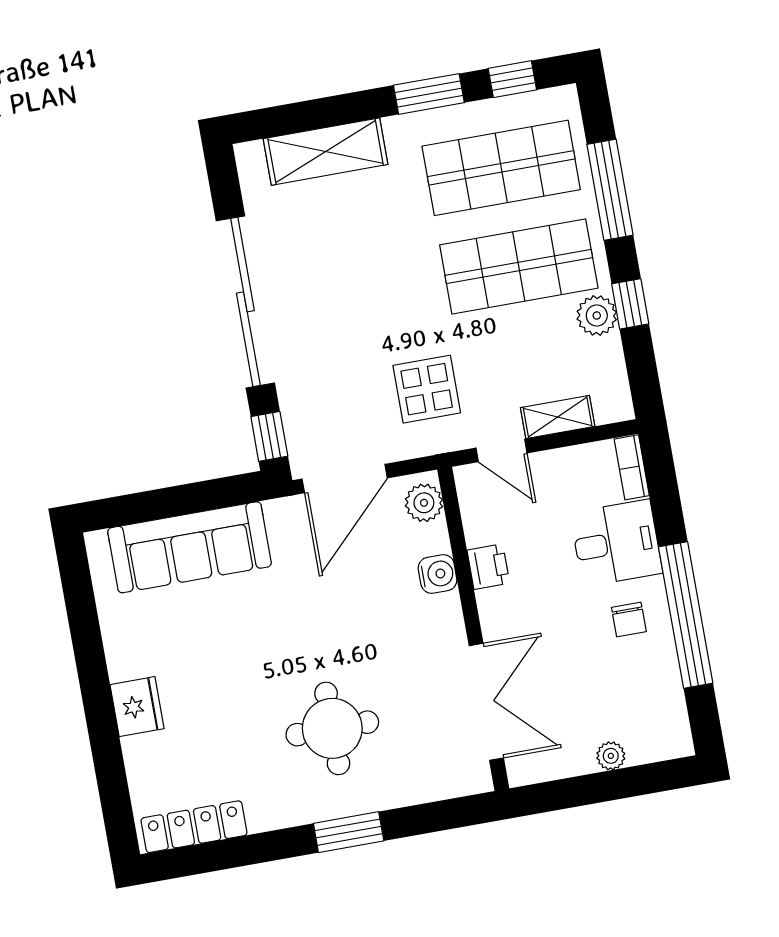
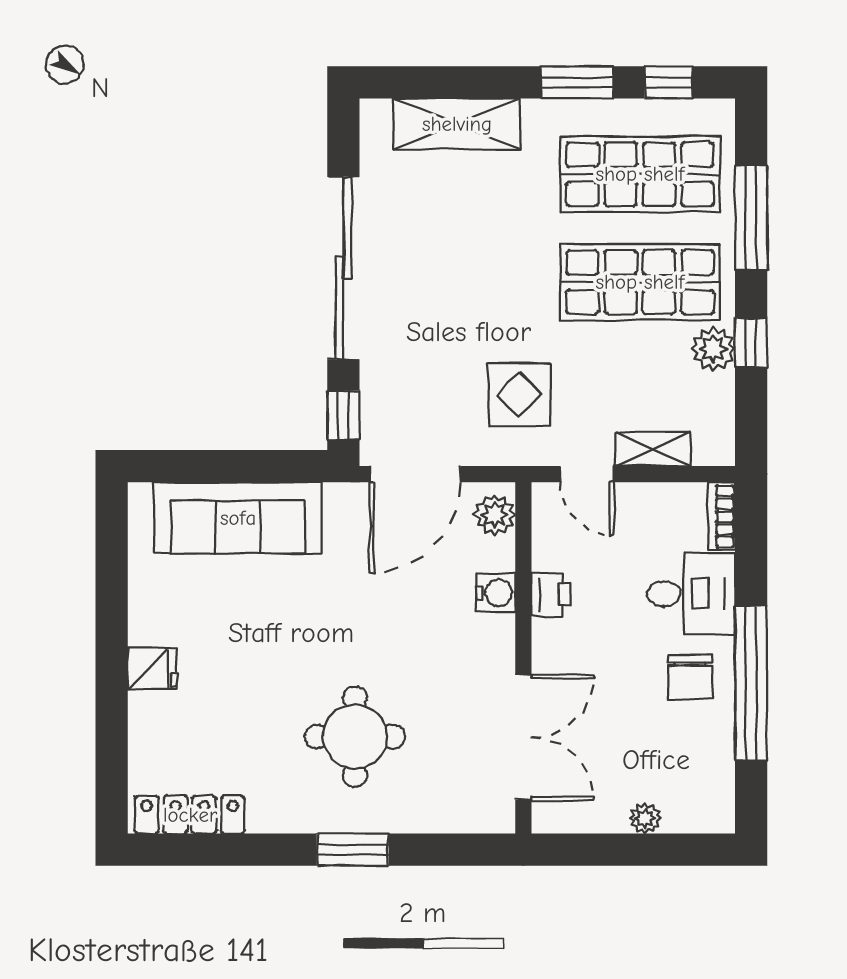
chair: (629, 619) -> (690, 677), width x1.37, depth x1.37
fridge: (137, 707) -> (152, 669), width x0.72

